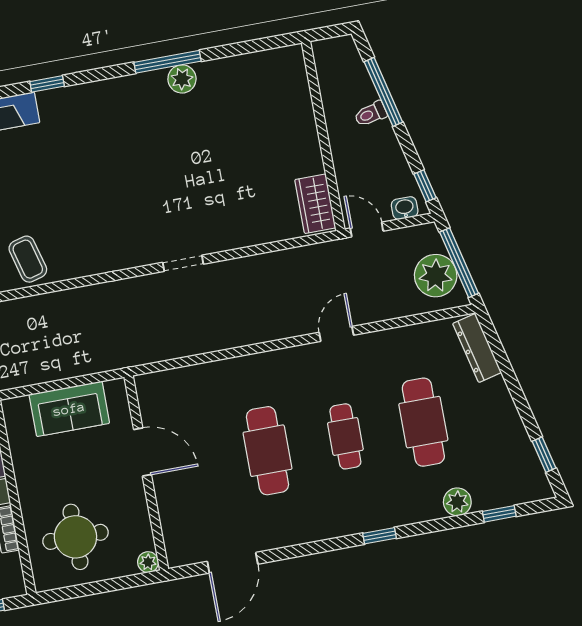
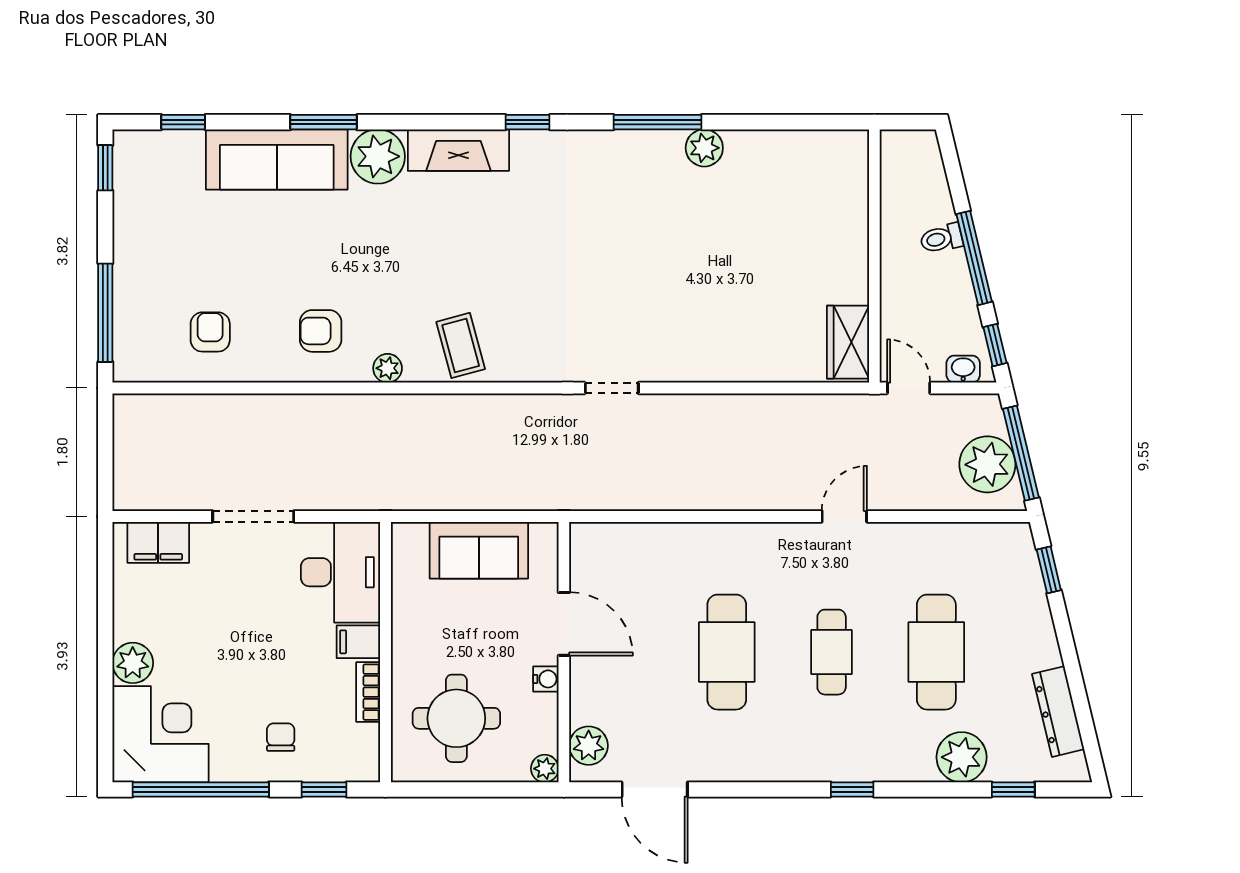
window: (168, 62) -> (657, 122), moved
window: (383, 92) -> (974, 258), moved
doorway: (183, 263) -> (612, 388), moved
dresser: (477, 348) -> (1058, 712), moved
window: (544, 455) -> (1049, 570), moved
water cooler: (137, 495) -> (546, 679), added
plant: (457, 502) -> (962, 757), width x1.36, depth x1.36
plant: (177, 539) -> (589, 746), added
door: (233, 563) -> (655, 789), hinge flipped

